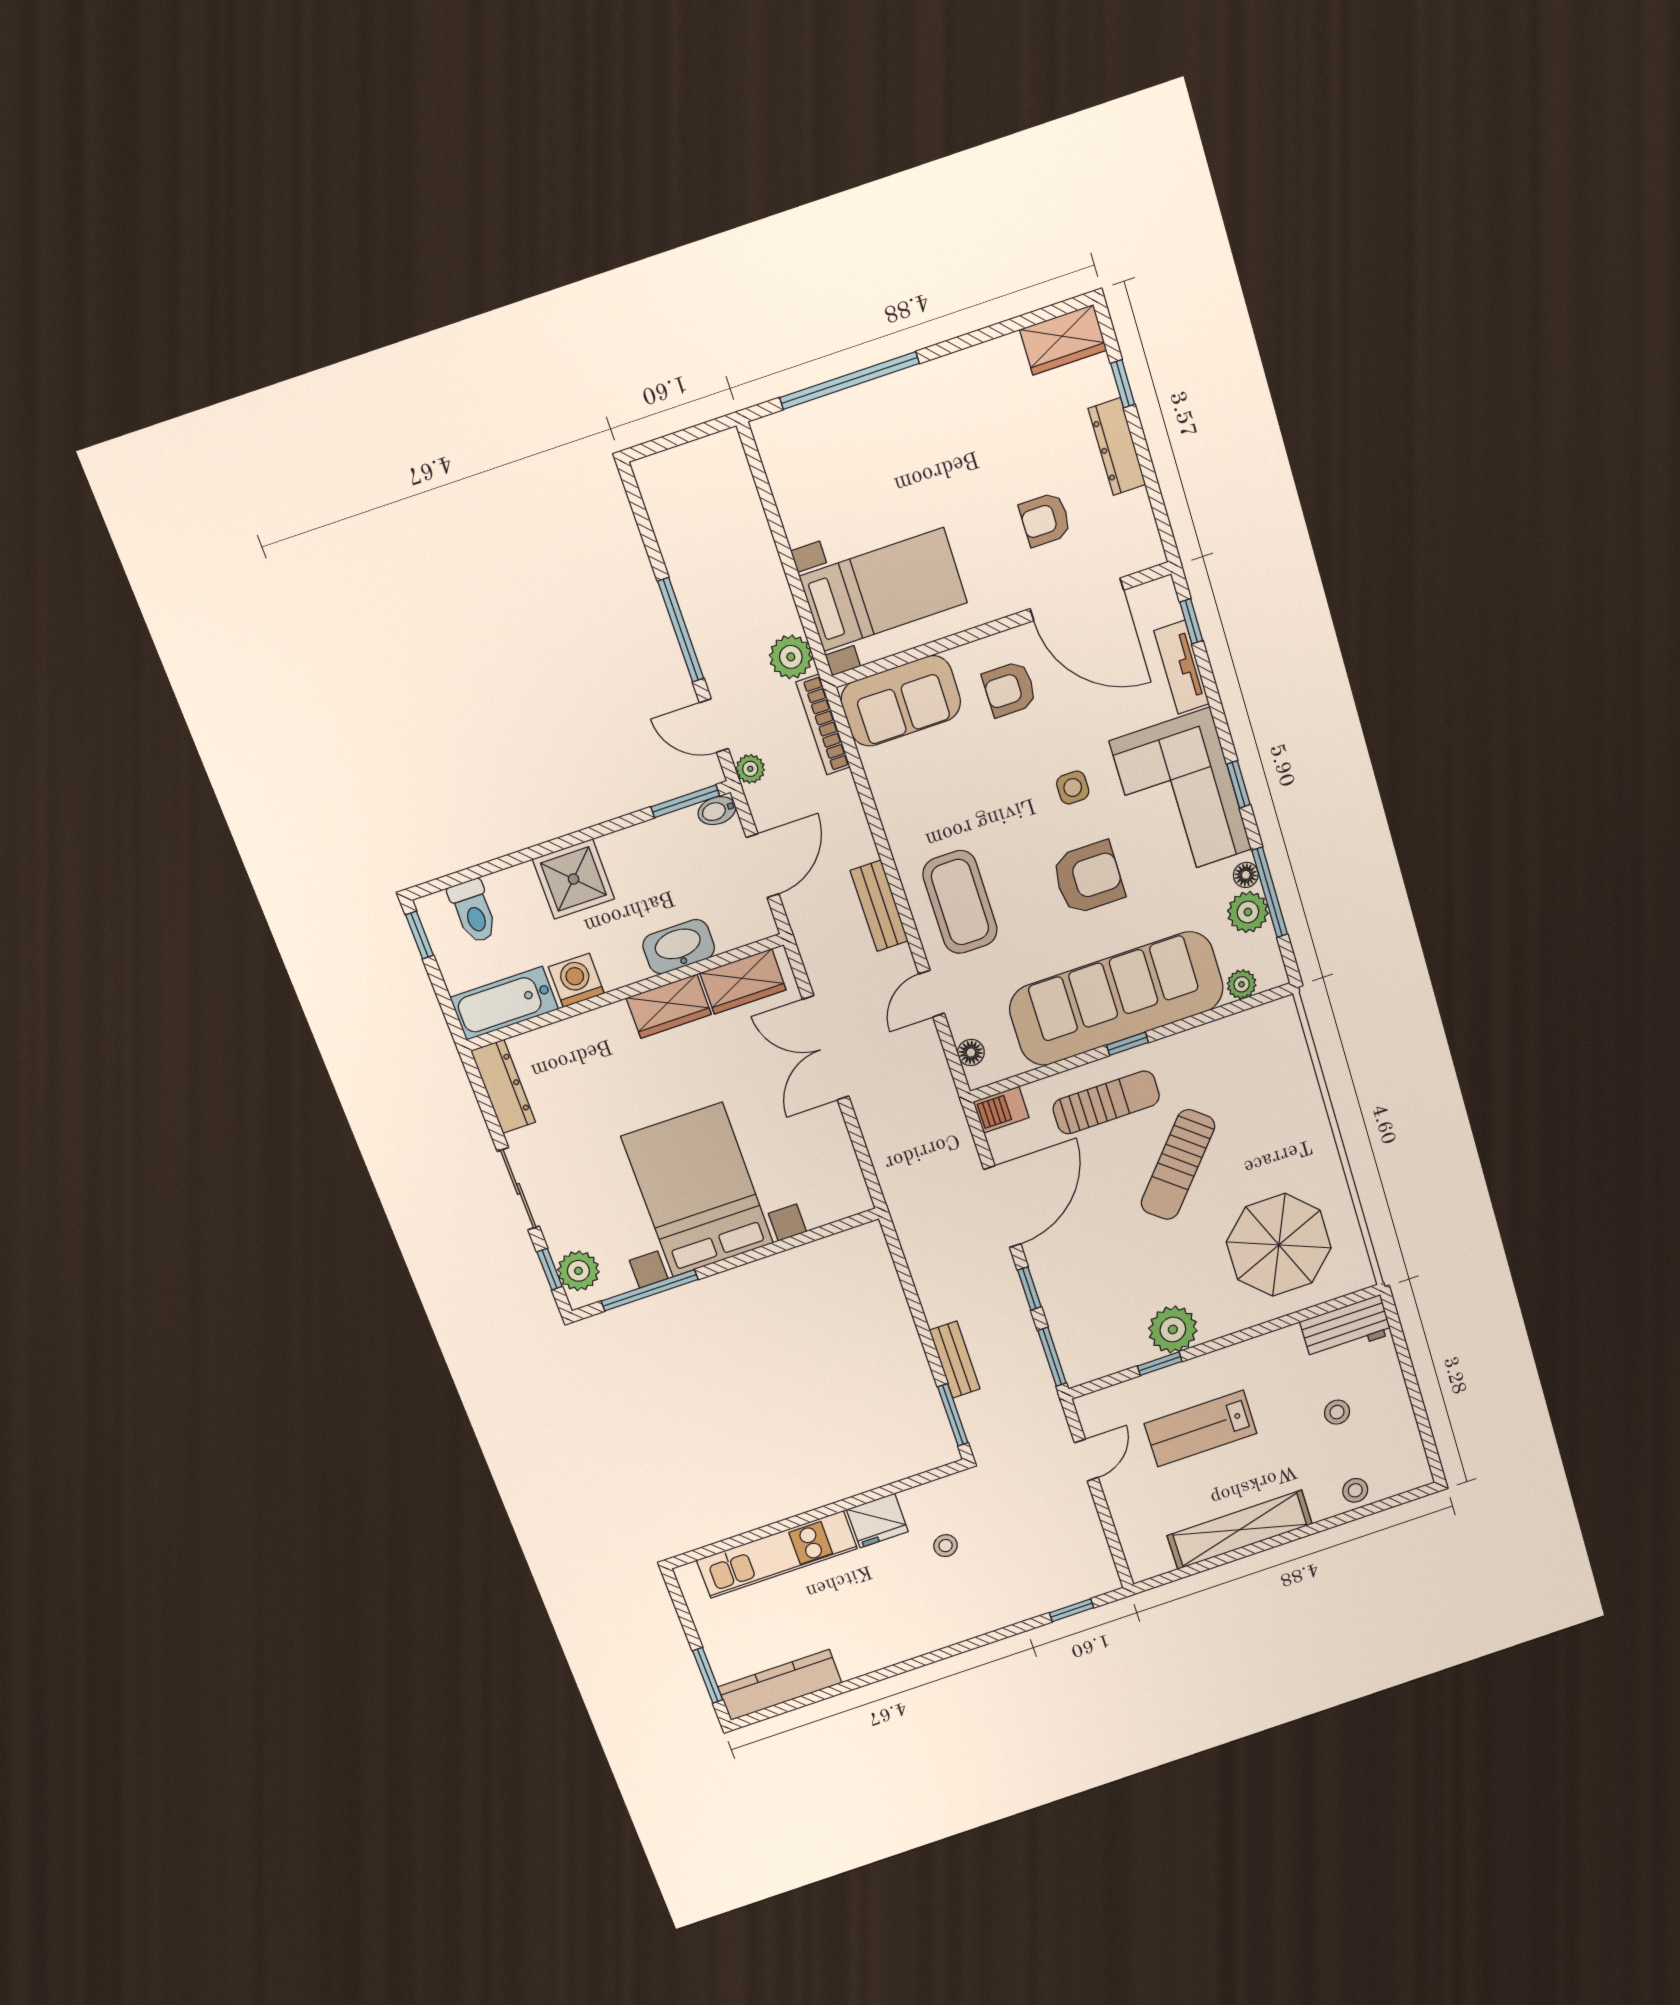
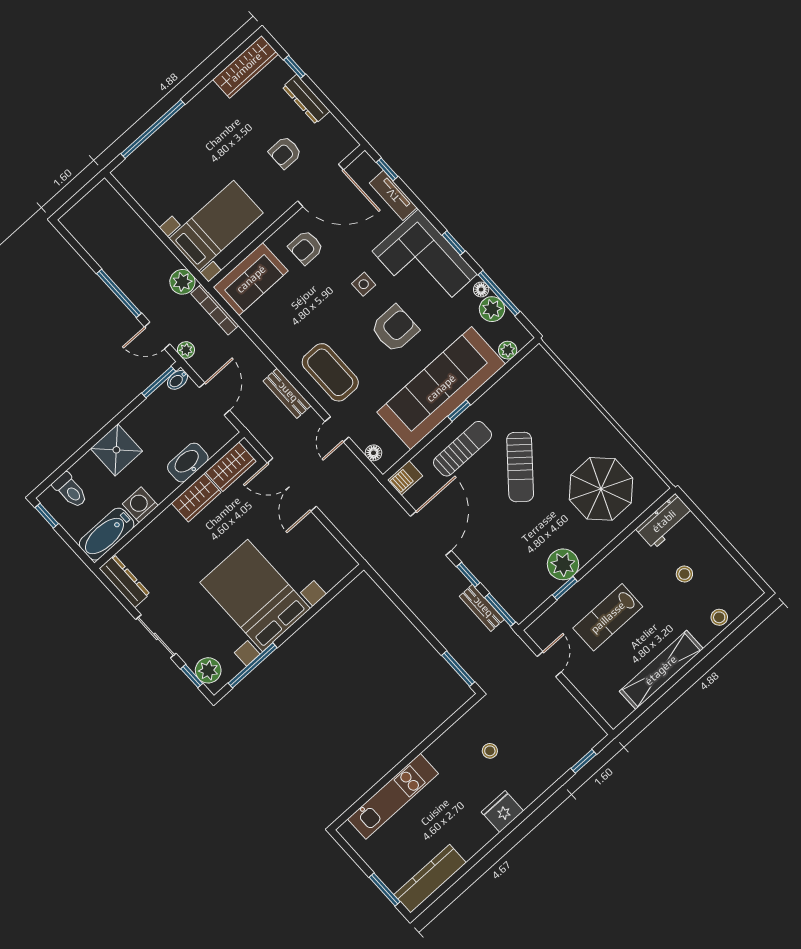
wardrobe: (1063, 340) -> (246, 67), width x1.50
bench: (955, 1360) -> (482, 608), moved
fridge: (877, 1521) -> (502, 811), moved, turned 180

